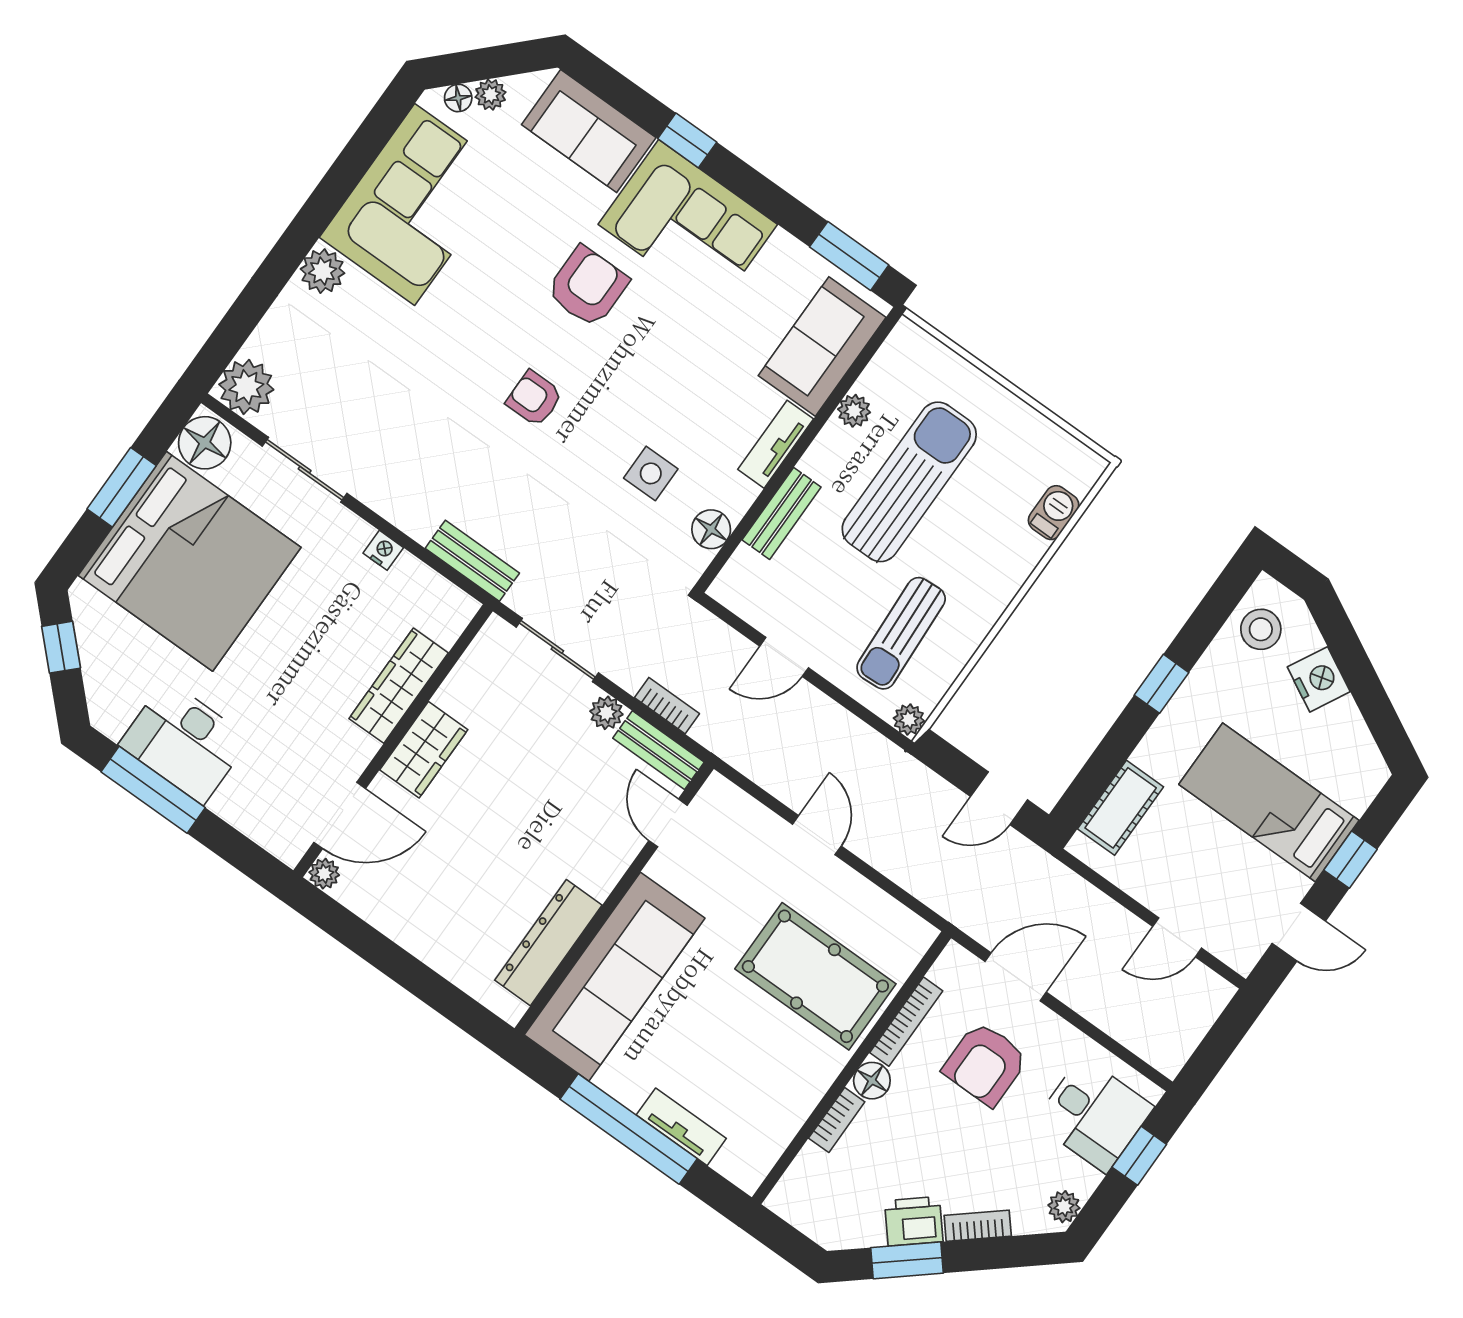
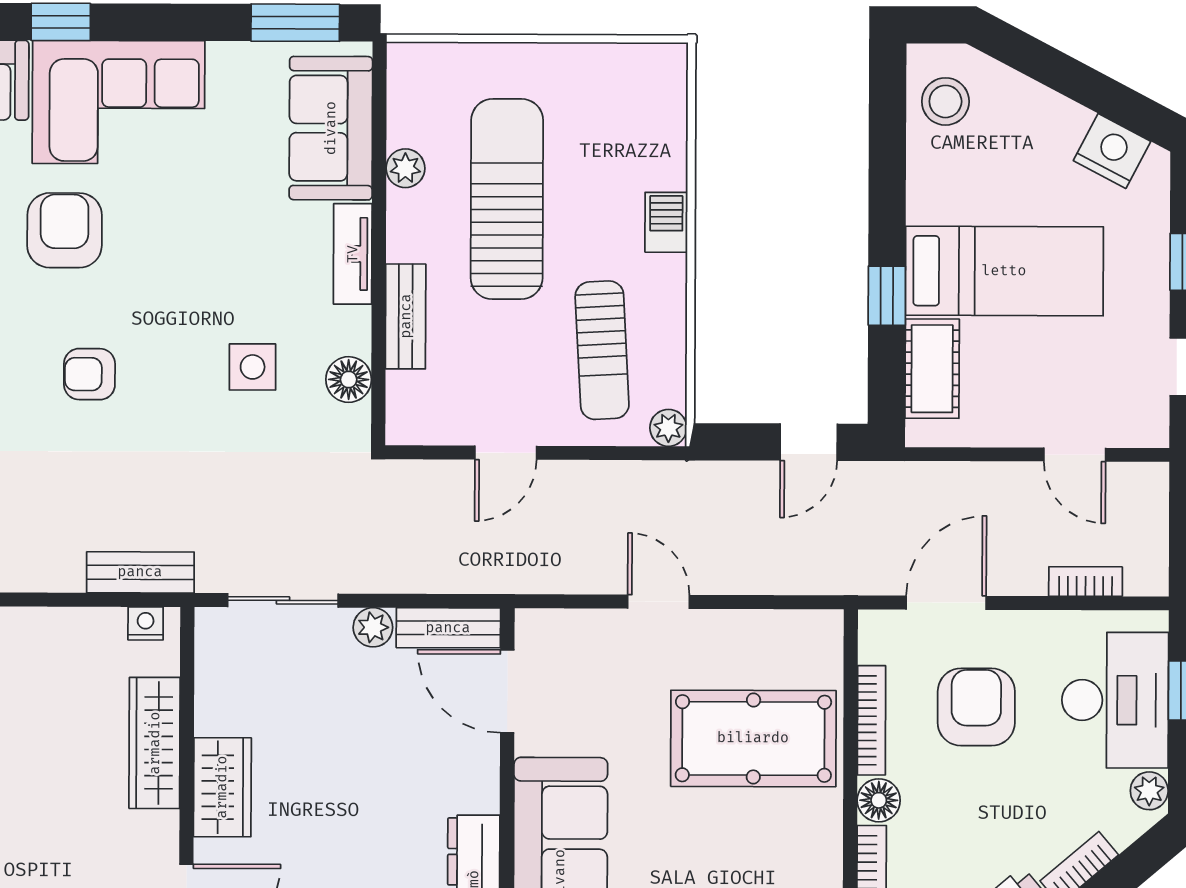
barbecue: (1054, 513) -> (666, 222), moved
nightstand: (383, 550) -> (146, 623), moved
nightstand: (1319, 679) -> (1112, 151), moved
window: (1162, 684) -> (887, 296), moved
bookcase: (667, 706) -> (1086, 582), moved
bed: (1269, 802) -> (1004, 271), moved, turned 180
door: (668, 823) -> (507, 691), width x1.38
door: (1177, 937) -> (1075, 455), hinge flipped
armchair: (985, 1064) -> (976, 707), turned 180
desk: (1094, 1114) -> (1115, 700), width x1.37

